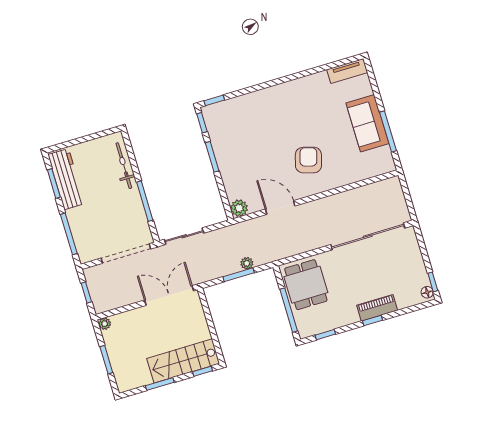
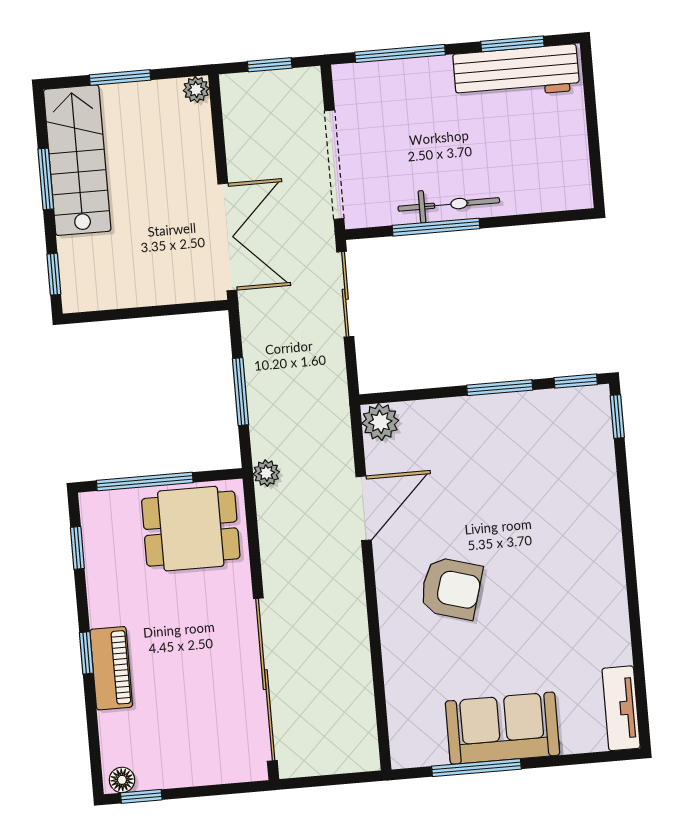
bicycle: (124, 166) -> (449, 204), moved
plant: (247, 263) -> (266, 473), moved
stairs: (183, 361) -> (77, 160), moved

